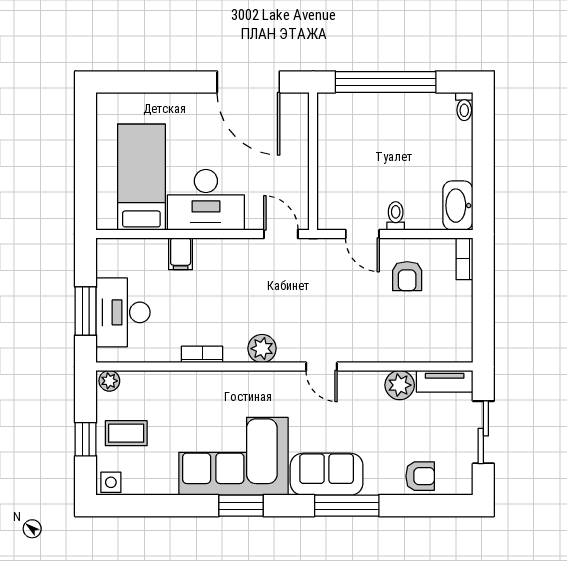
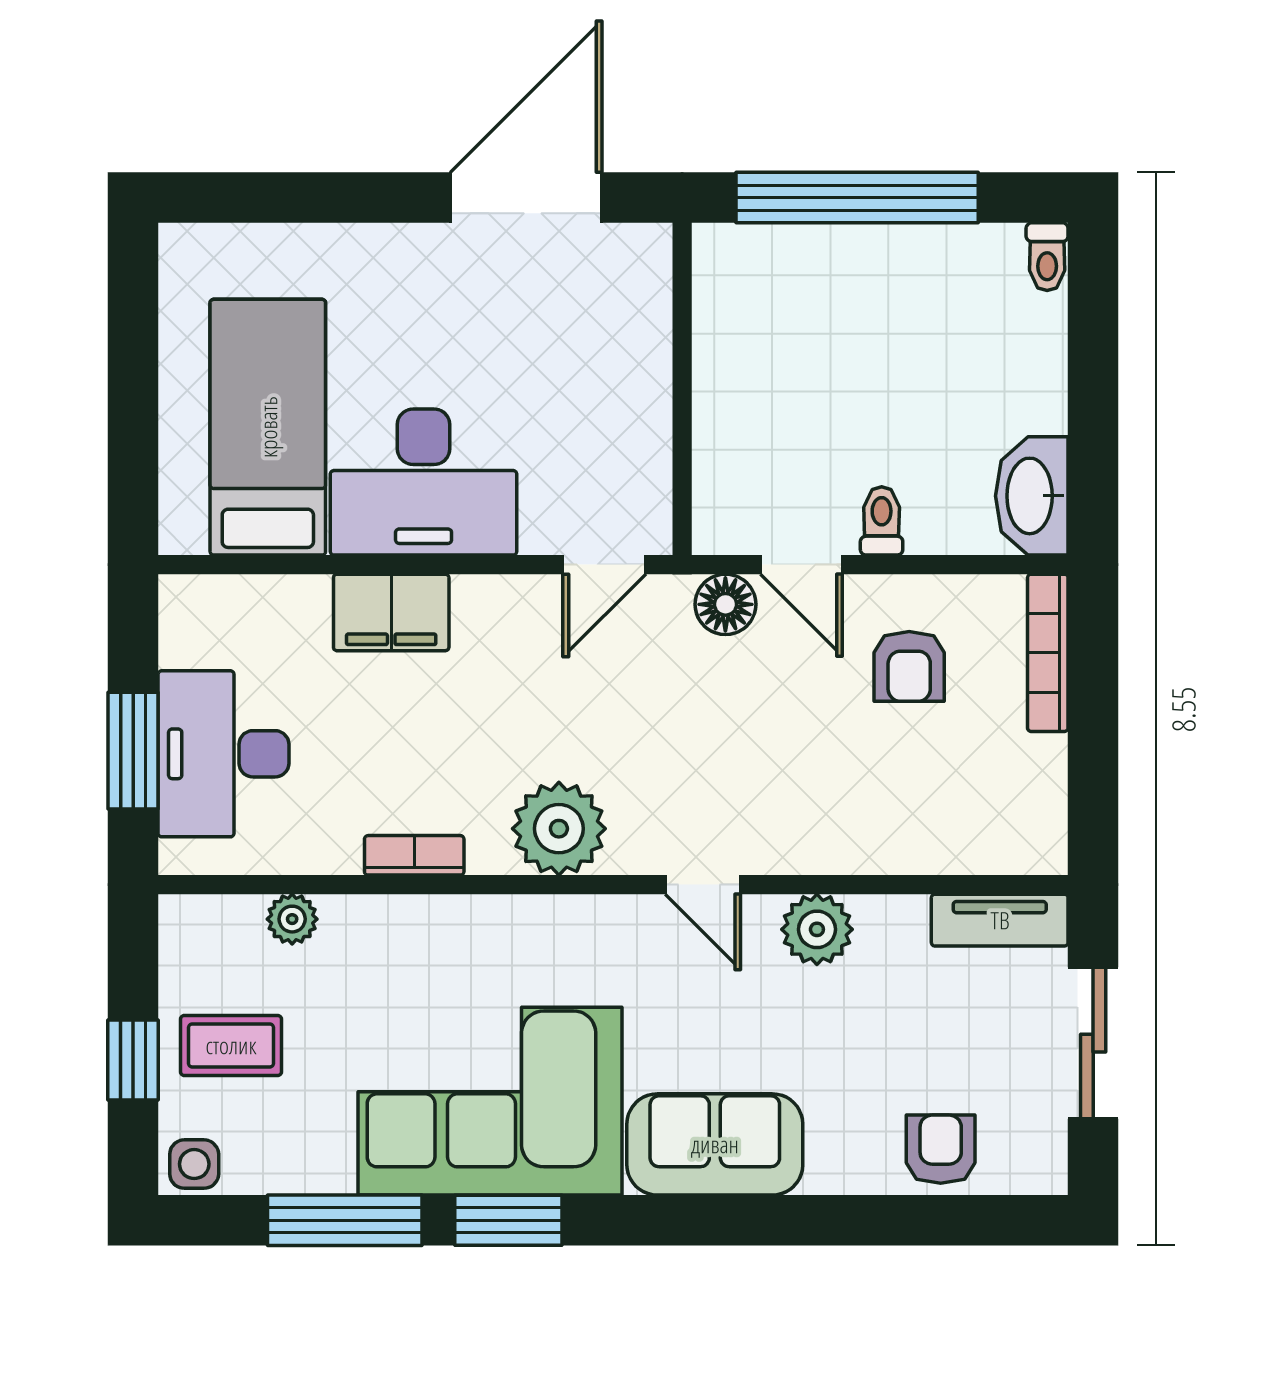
door: (248, 82) -> (526, 198), swing flipped
door: (281, 234) -> (604, 565), swing flipped
floor lamp: (331, 250) -> (725, 604), added
filing cabinet: (181, 254) -> (391, 612), width x2.00
bookcase: (465, 259) -> (1048, 653), width x1.56
plant: (262, 349) -> (559, 829), width x1.36, depth x1.36
plant: (109, 381) -> (292, 919), moved
plant: (400, 385) -> (817, 929), moved
armchair: (420, 476) -> (941, 1149), turned -90
window: (347, 506) -> (345, 1220), moved

